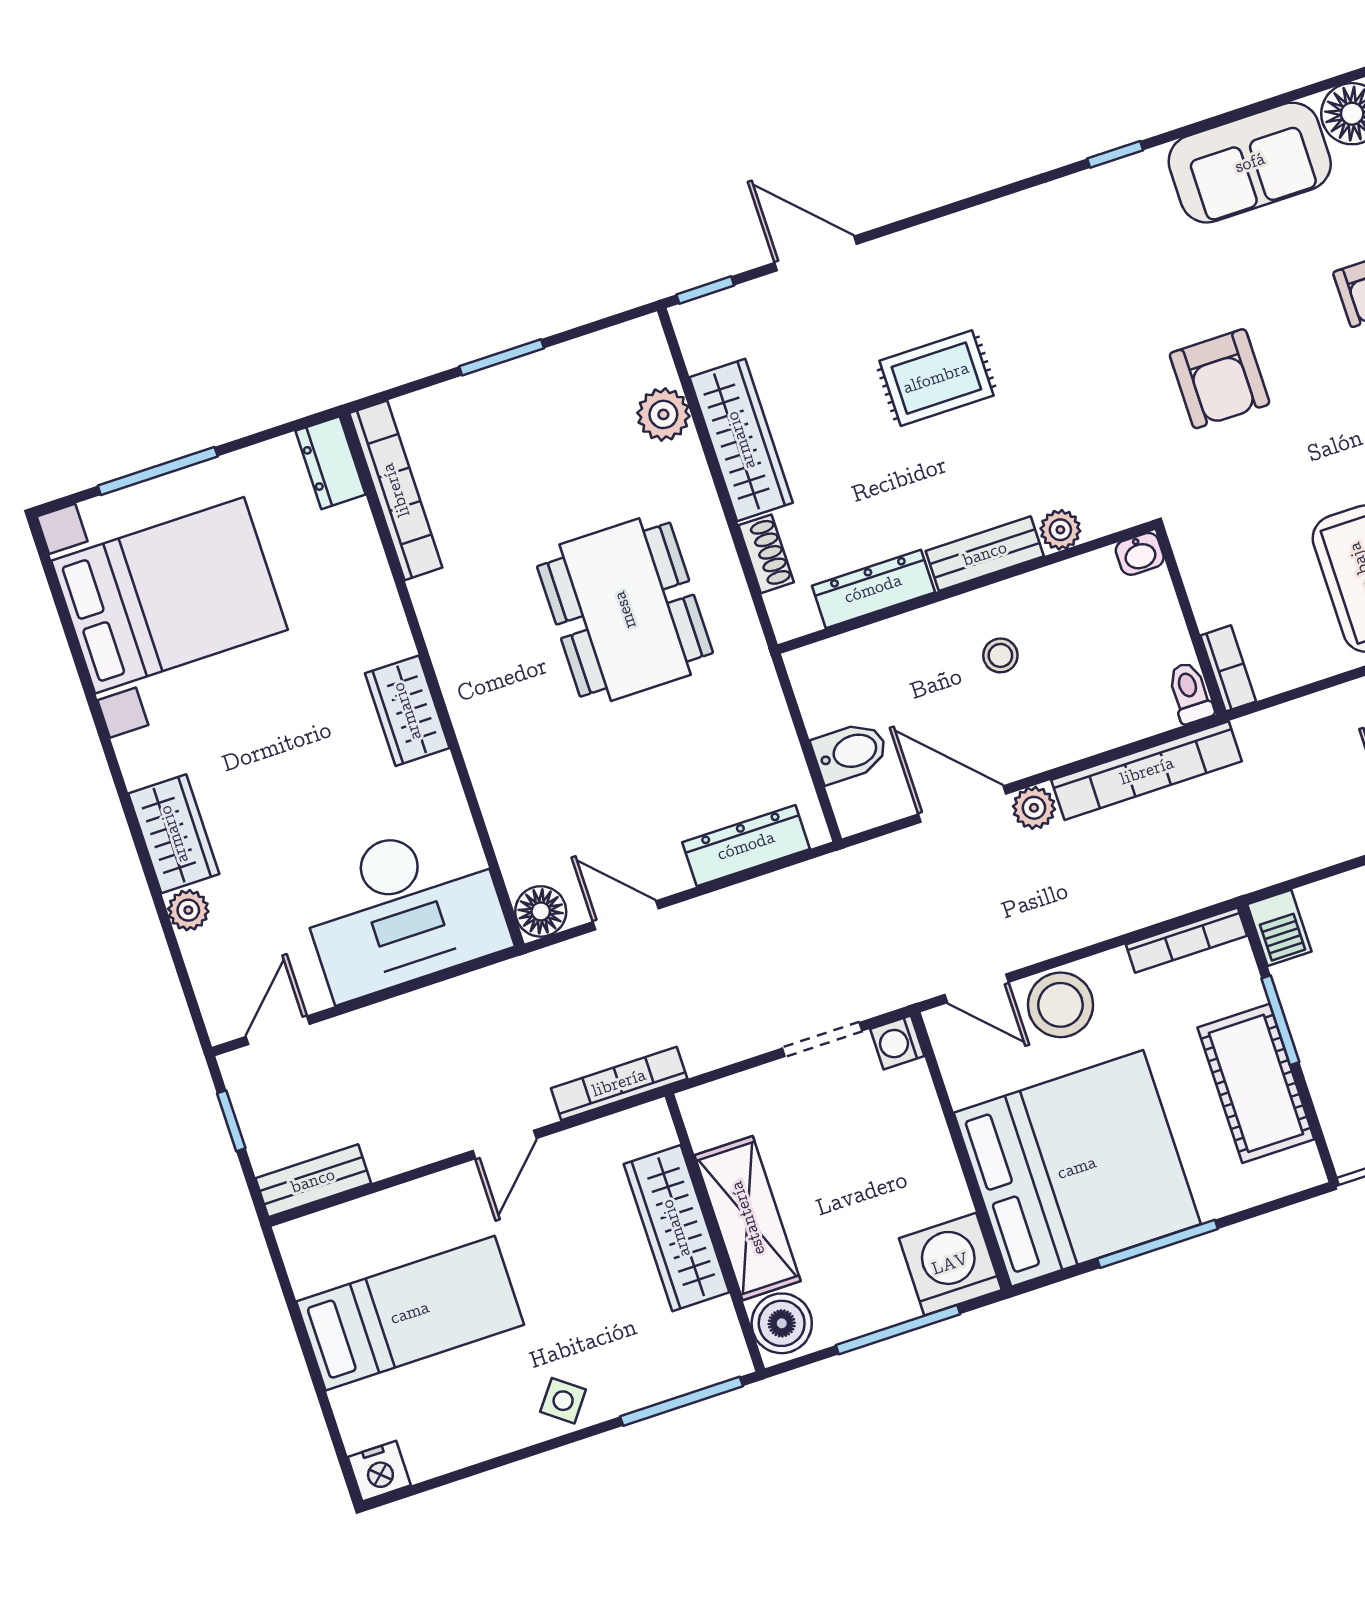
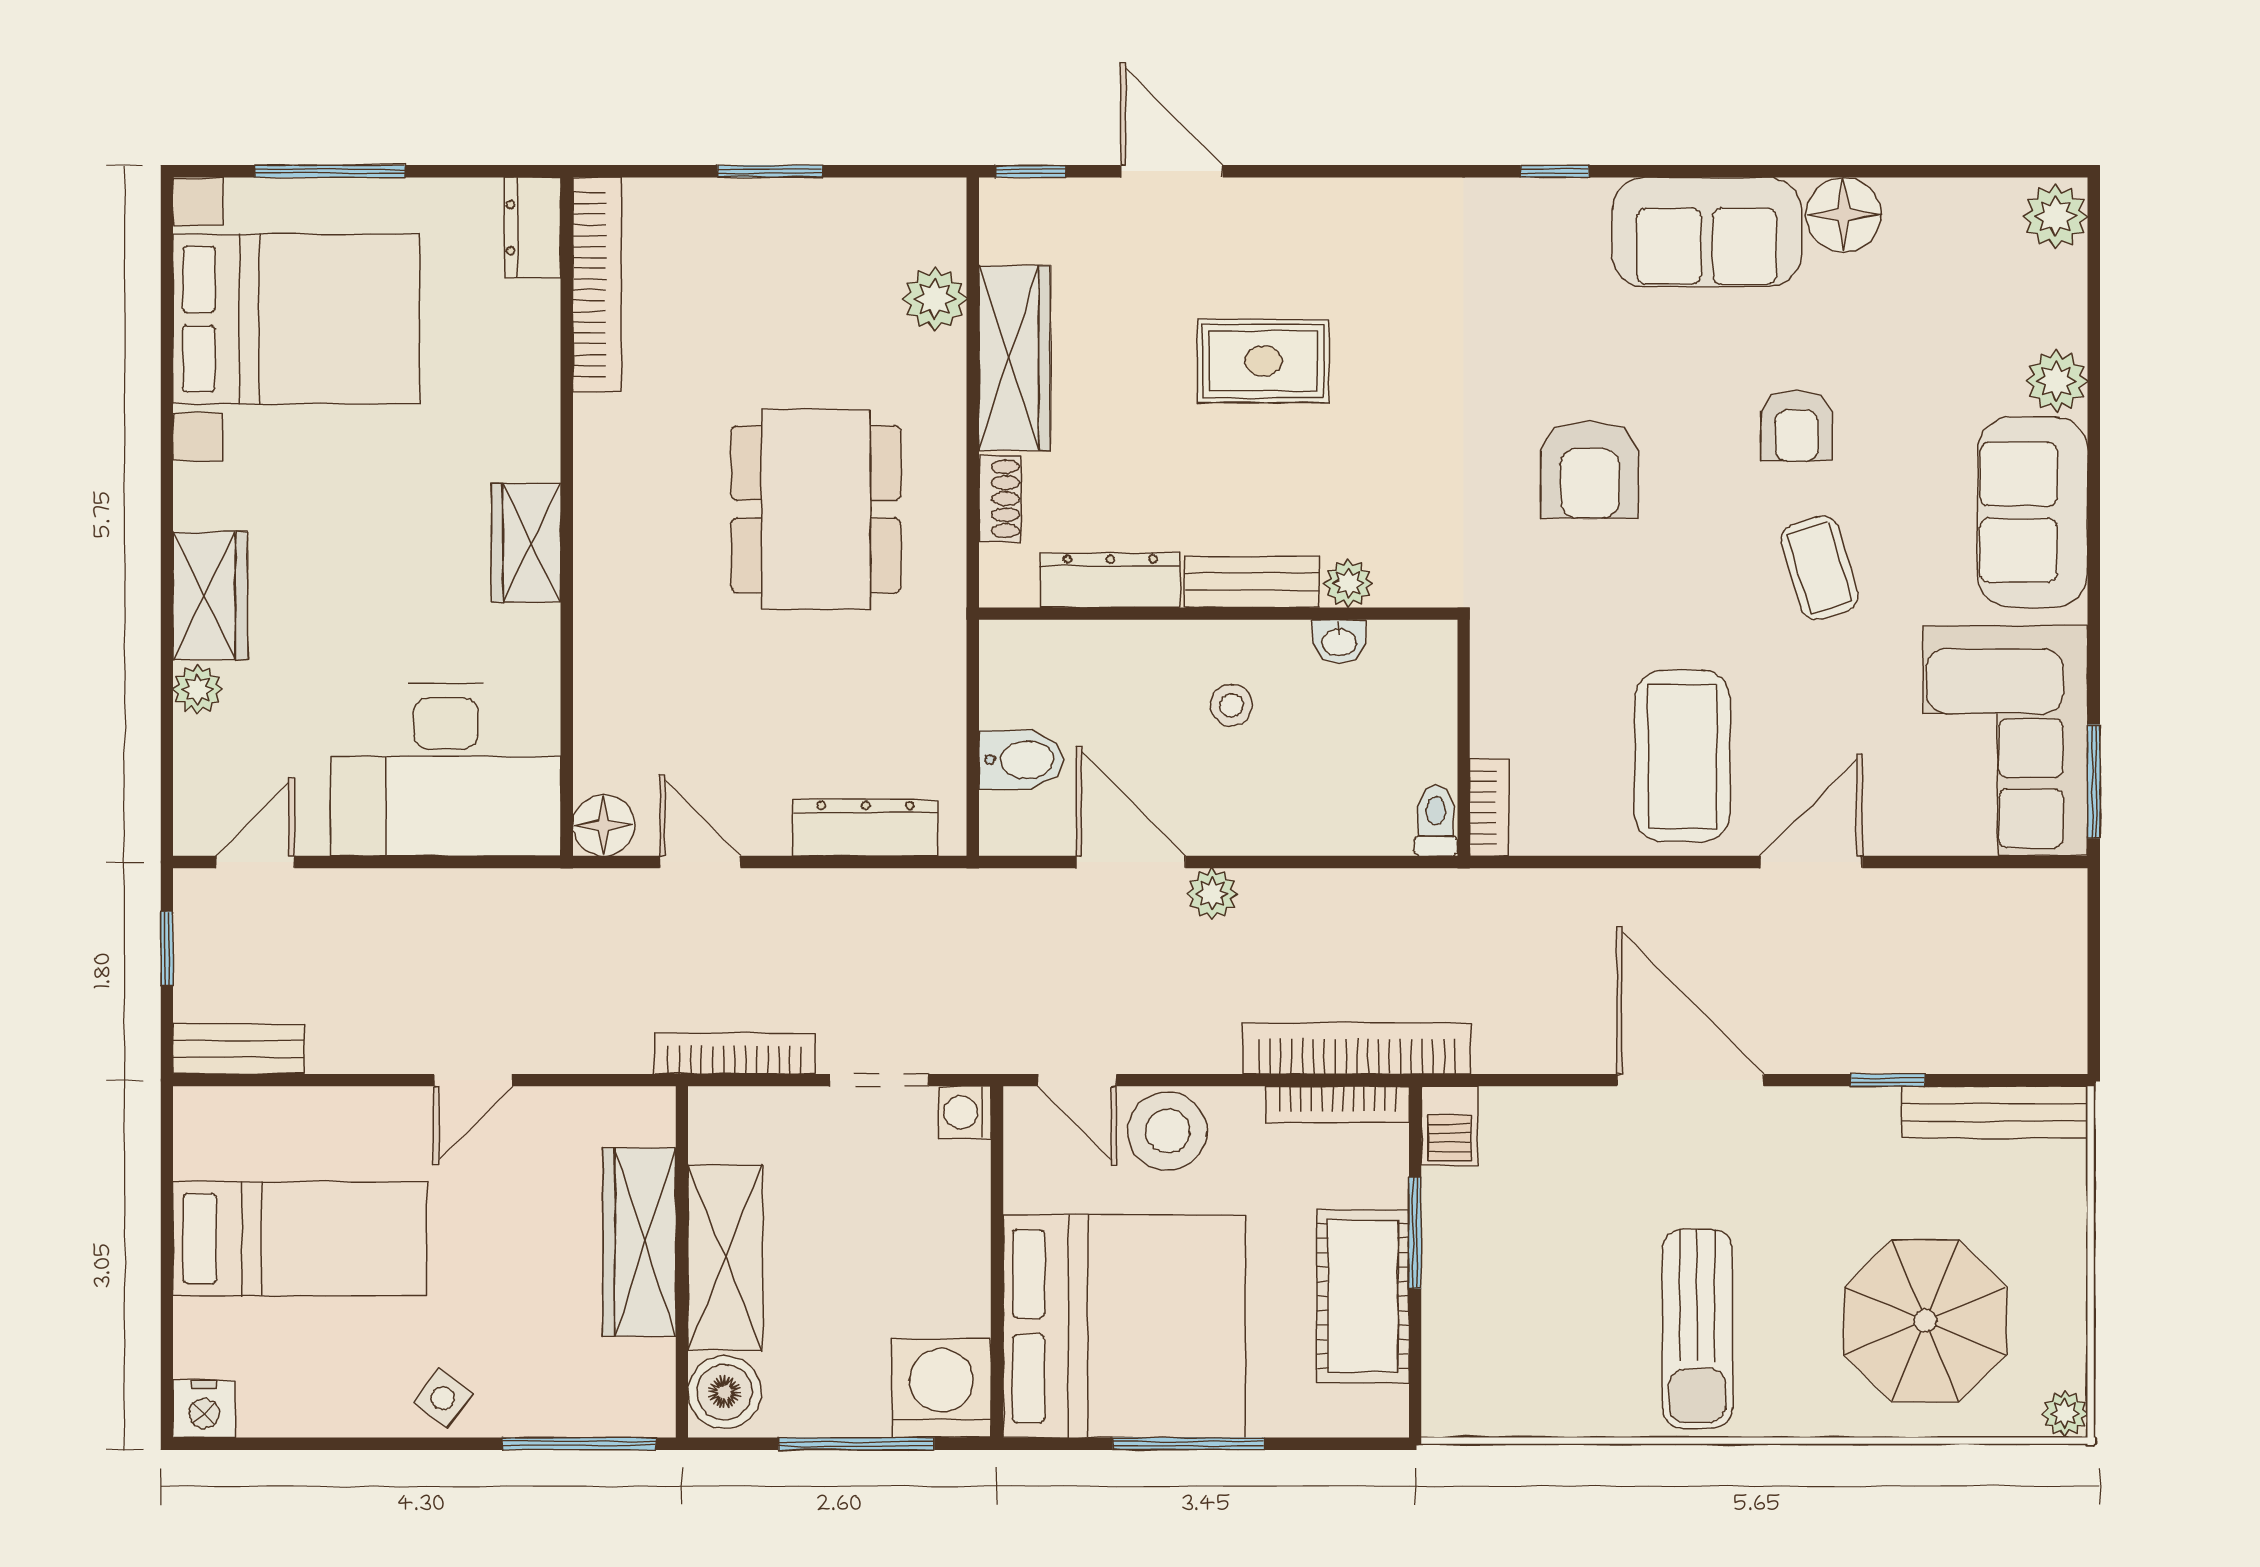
washbasin: (1140, 554) -> (1339, 641), moved
bookcase: (1147, 771) -> (1357, 1048), moved, turned 180
bookcase: (619, 1083) -> (735, 1053), moved

